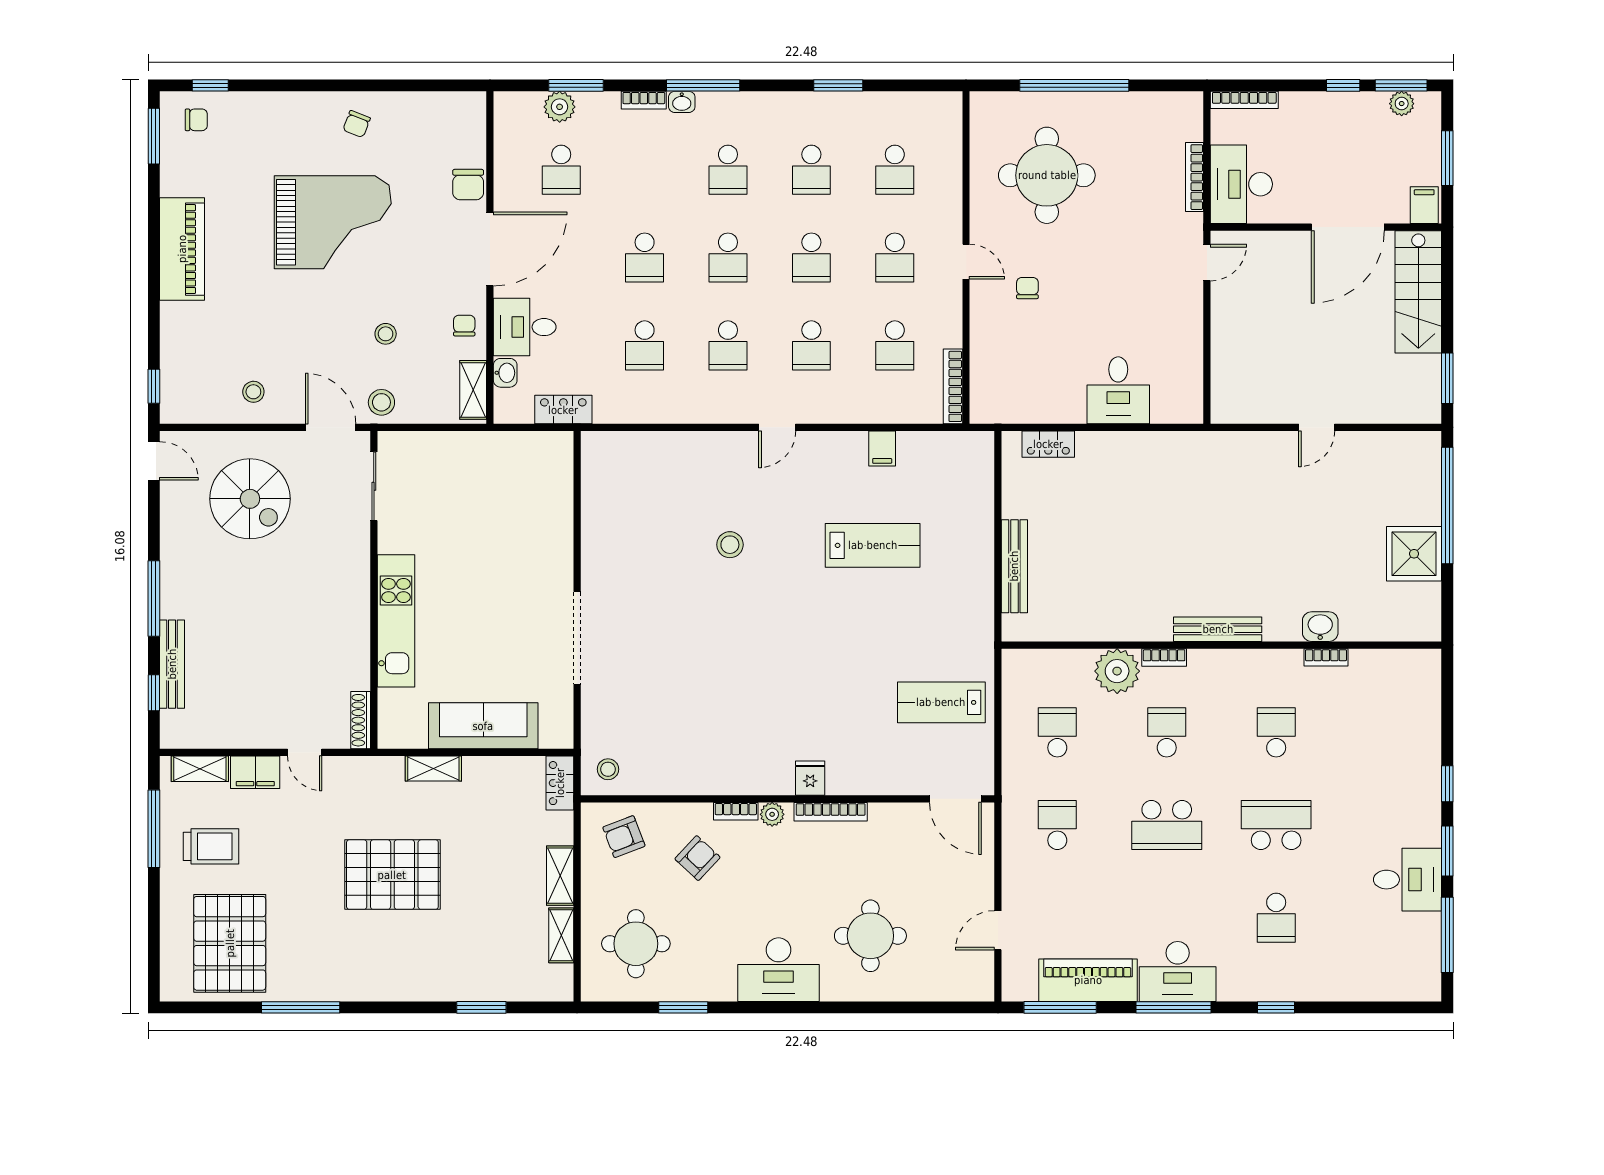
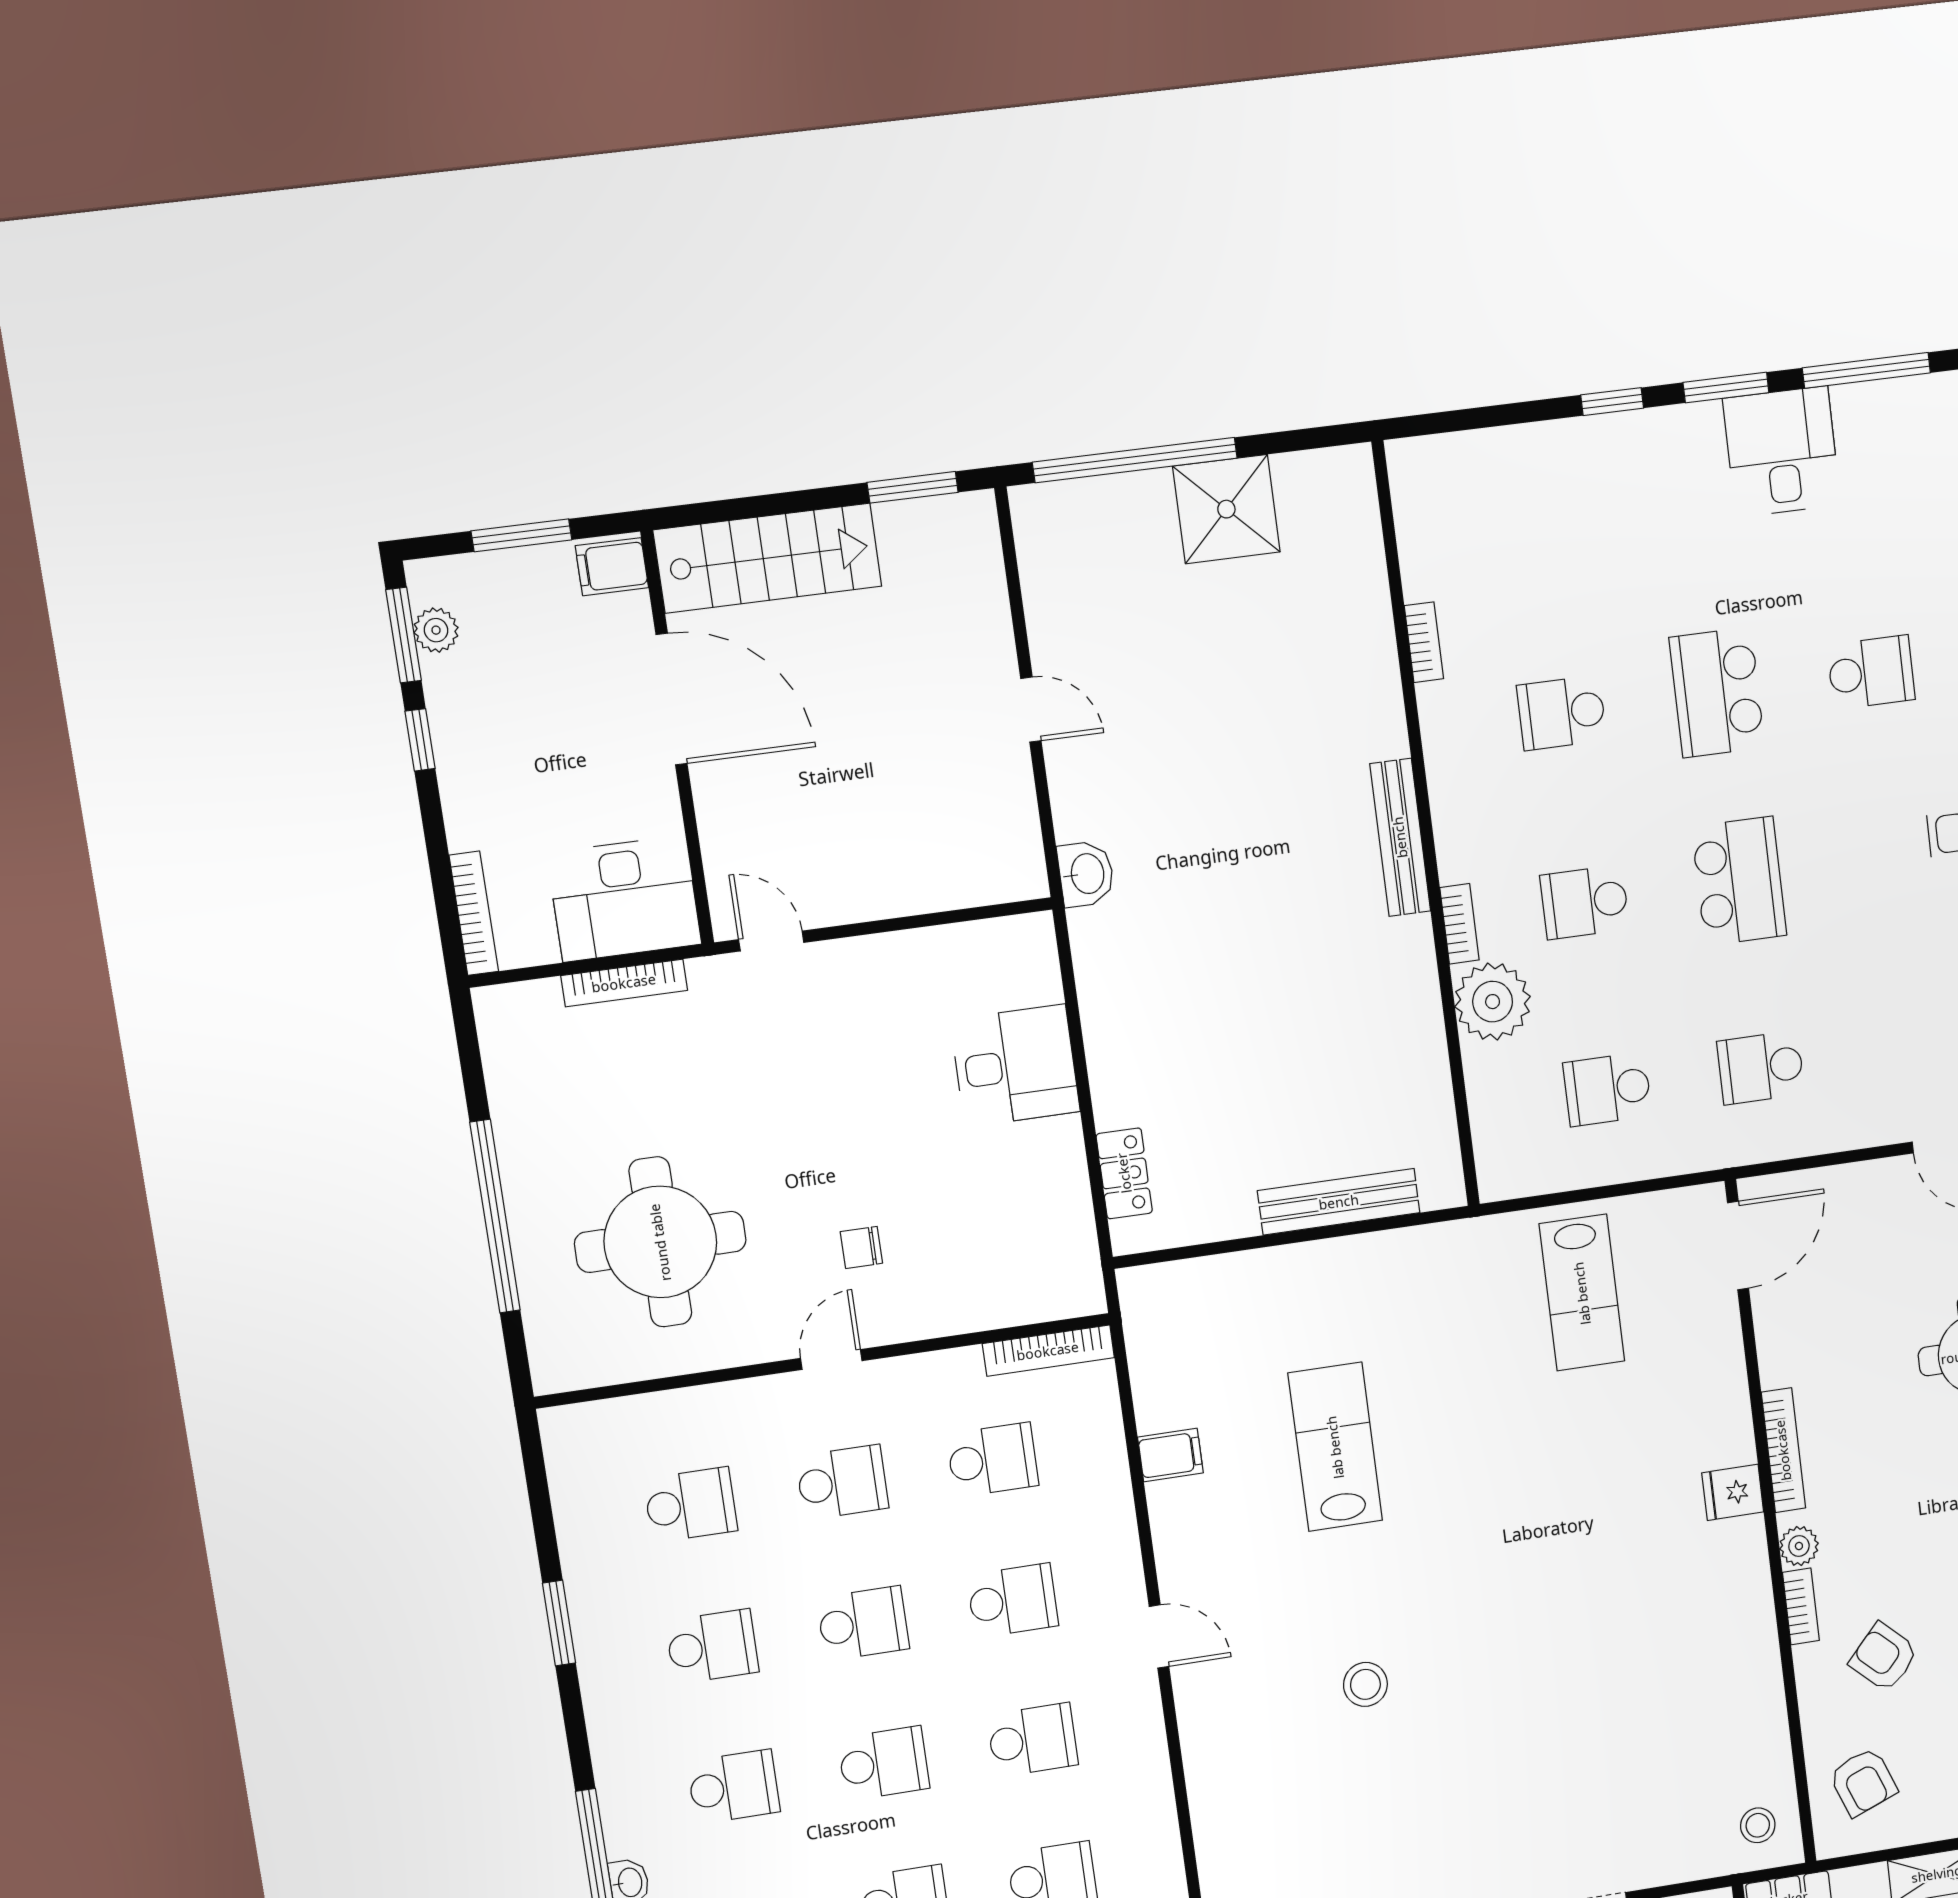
washbasin: (1320, 627) -> (1086, 874), moved, turned 180

